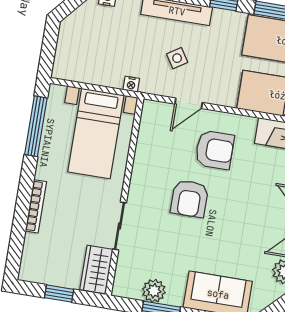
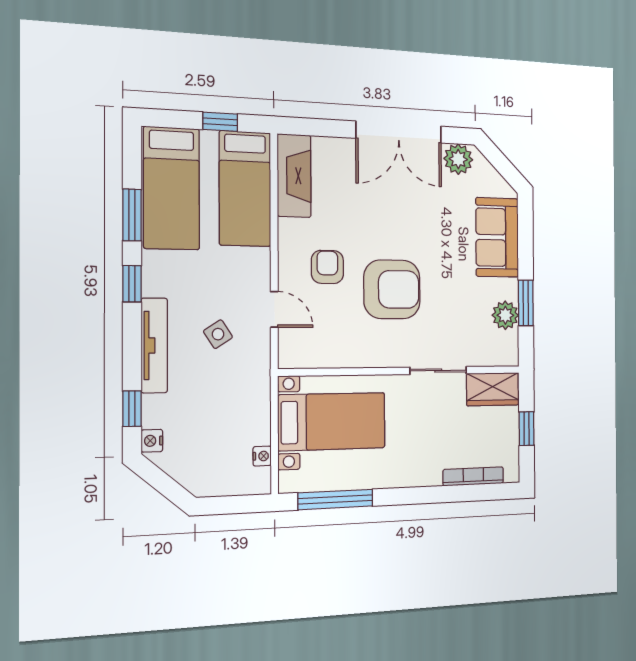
nightstand: (131, 84) -> (262, 456), moved
armchair: (215, 150) -> (327, 267), width x0.72, depth x0.72
armchair: (189, 199) -> (392, 289), width x1.36, depth x1.36
bookcase: (36, 206) -> (473, 476), moved

